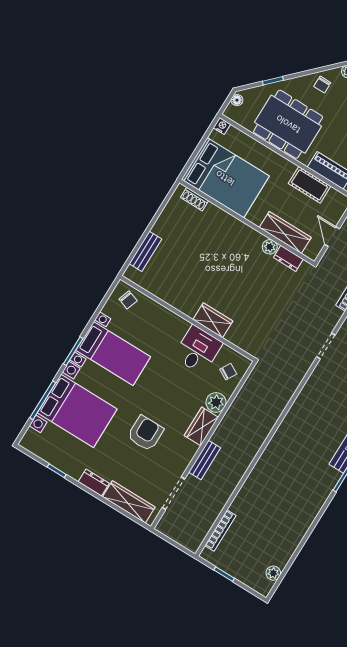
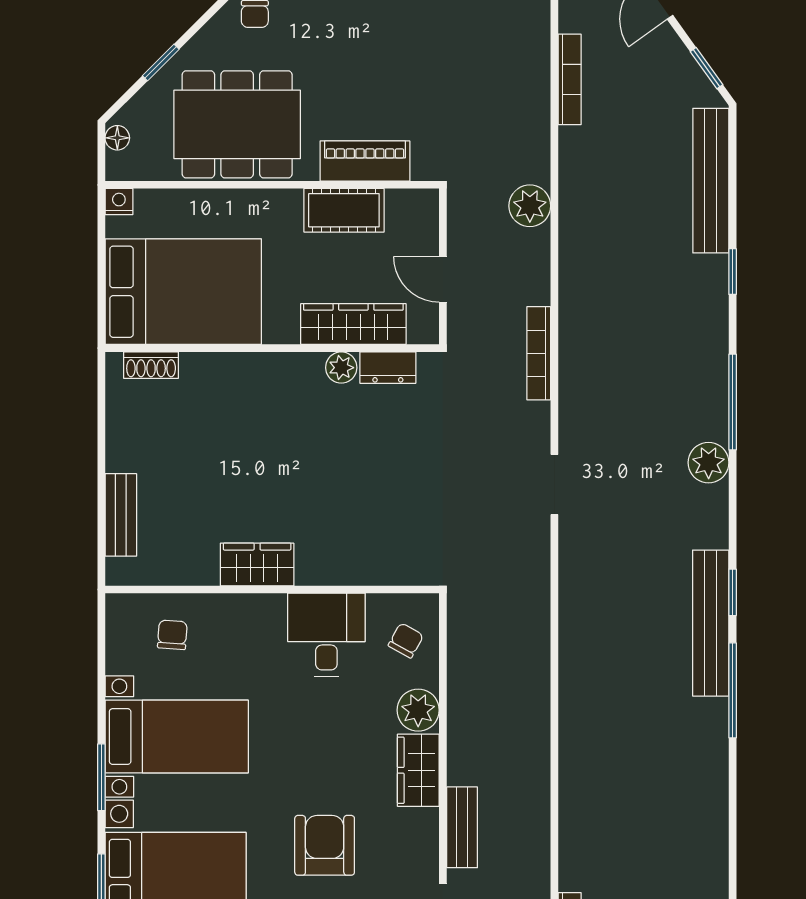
chair: (128, 300) -> (172, 635), moved, turned -105
wardrobe: (213, 320) -> (257, 564), moved

